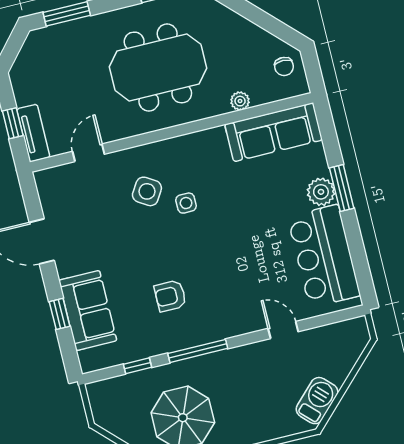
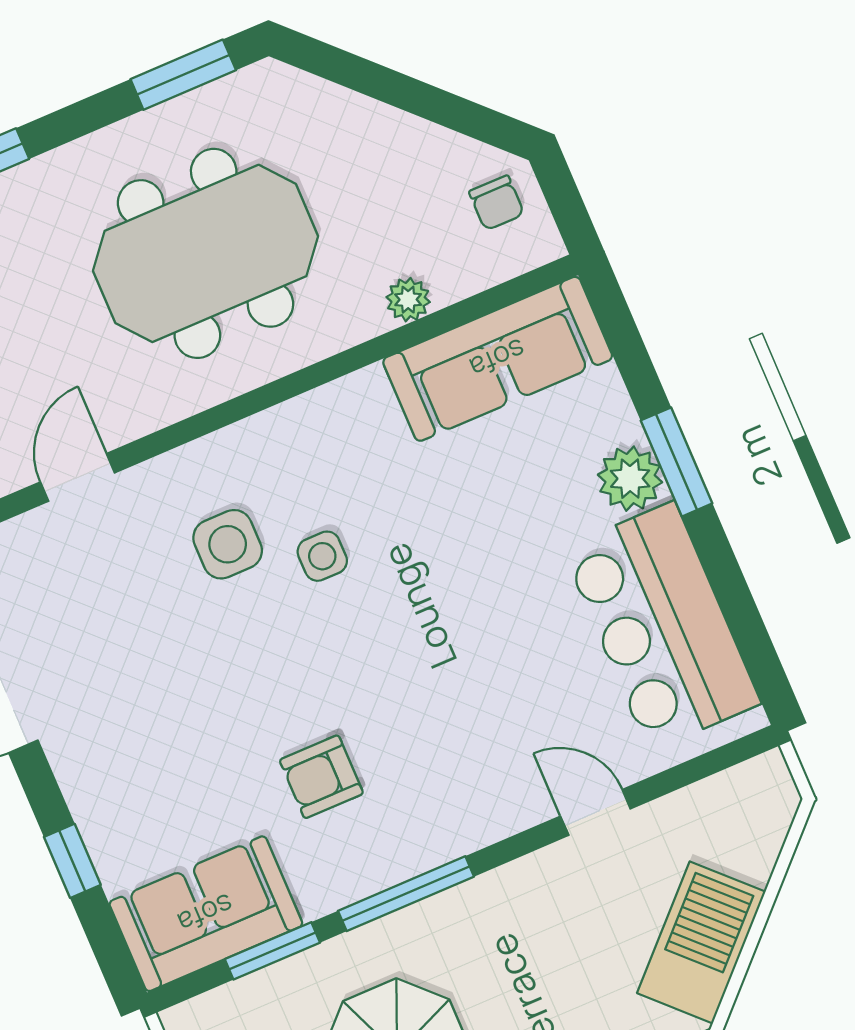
side table: (147, 191) -> (228, 544), turned -32
sofa: (88, 310) -> (206, 914), moved, turned -90
window: (138, 366) -> (272, 951), width x1.50
barbecue: (317, 401) -> (701, 942), width x1.37, depth x1.21

